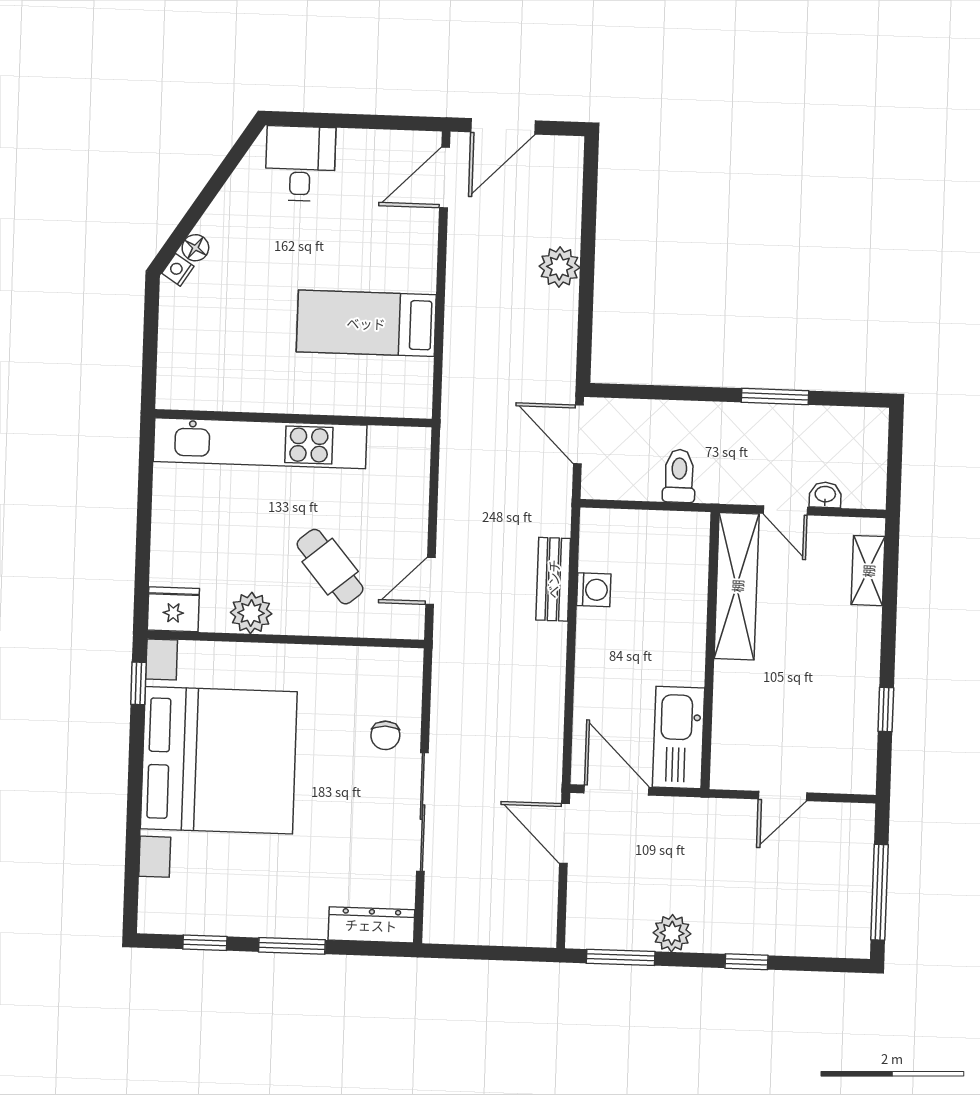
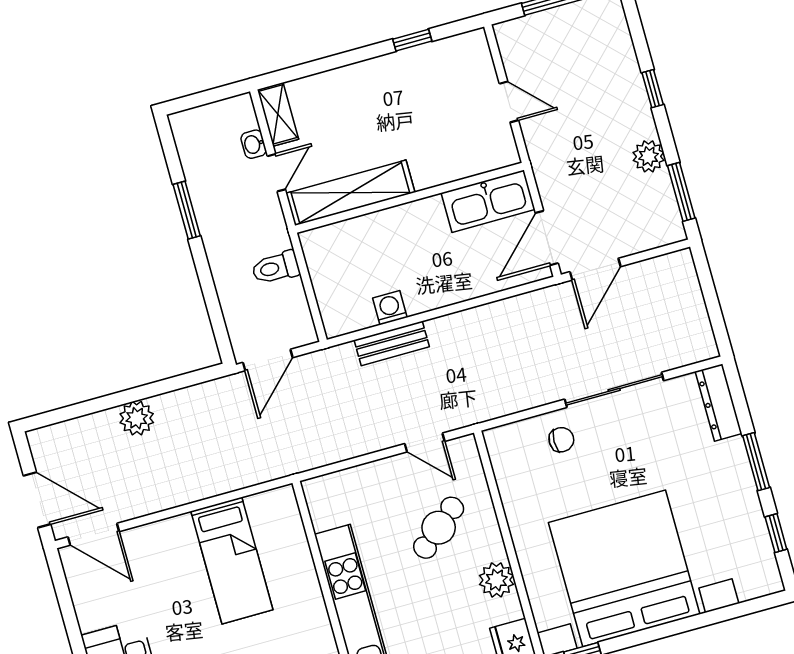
shelving: (868, 571) -> (278, 114), moved, turned 90

